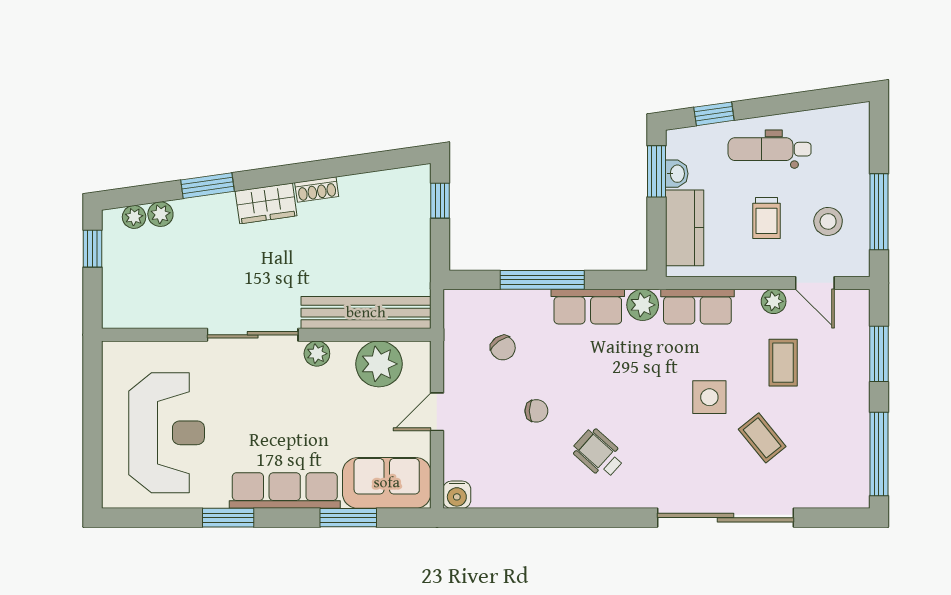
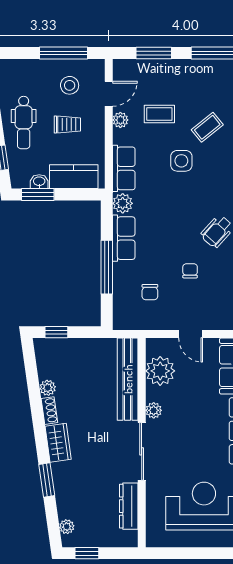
plant: (160, 214) -> (48, 388), moved
dresser: (166, 314) -> (129, 506), added
chair: (503, 348) -> (150, 292), turned 125

